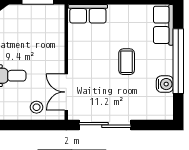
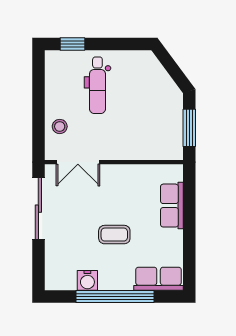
row of seats: (88, 14) -> (172, 206), moved
double door: (66, 92) -> (78, 162), swing flipped

